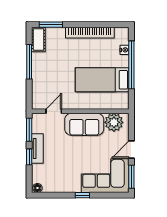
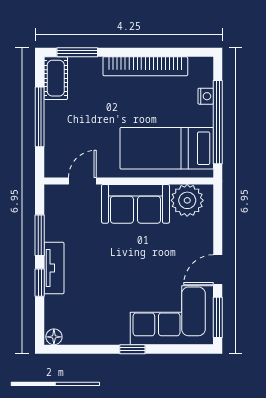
door: (54, 111) -> (82, 181), moved
wall: (80, 111) -> (129, 181), moved
plant: (114, 122) -> (187, 200), moved
sofa: (84, 124) -> (135, 204), moved

